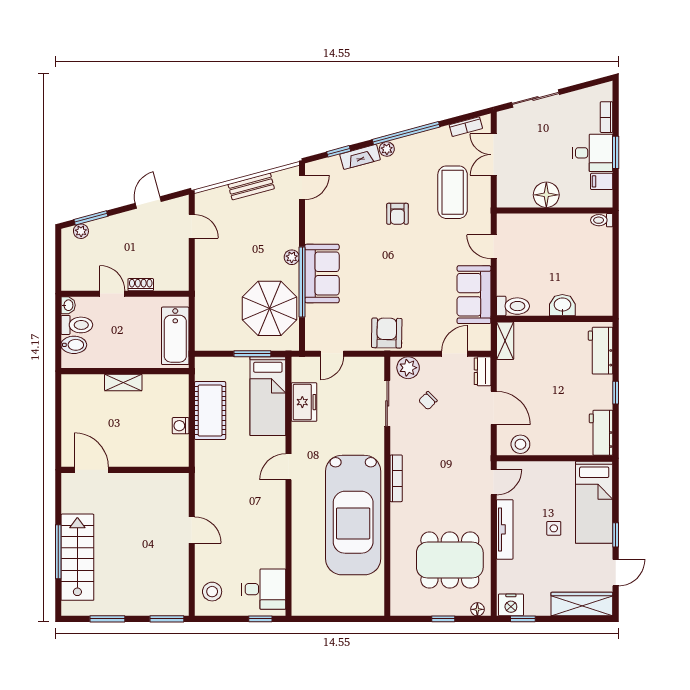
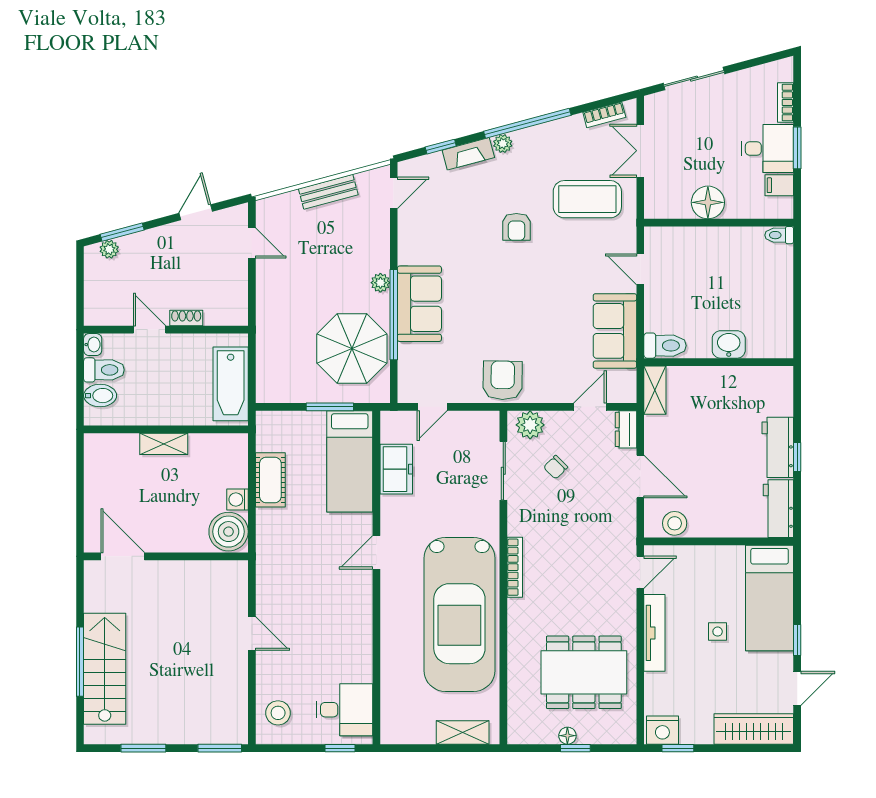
coffee table: (453, 192) -> (587, 199), turned 90
workbench: (601, 351) -> (778, 447), moved
cot: (210, 411) -> (270, 480), width x0.73, depth x0.75
boiler: (174, 451) -> (229, 532), added
shelving: (356, 607) -> (463, 732), added
floor lamp: (477, 609) -> (567, 736), moved

